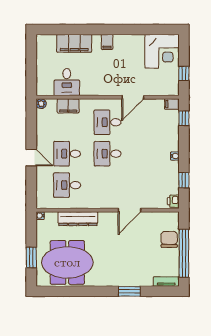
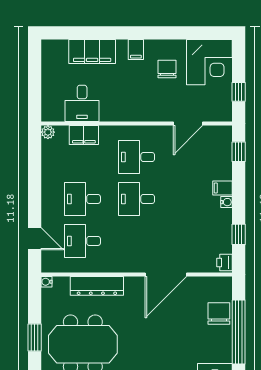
chair: (130, 56) -> (167, 69), added
door: (133, 97) -> (188, 124), moved
filing cabinet: (172, 104) -> (222, 188), moved
door: (31, 158) -> (35, 239), moved
door: (129, 210) -> (166, 274), width x1.36

